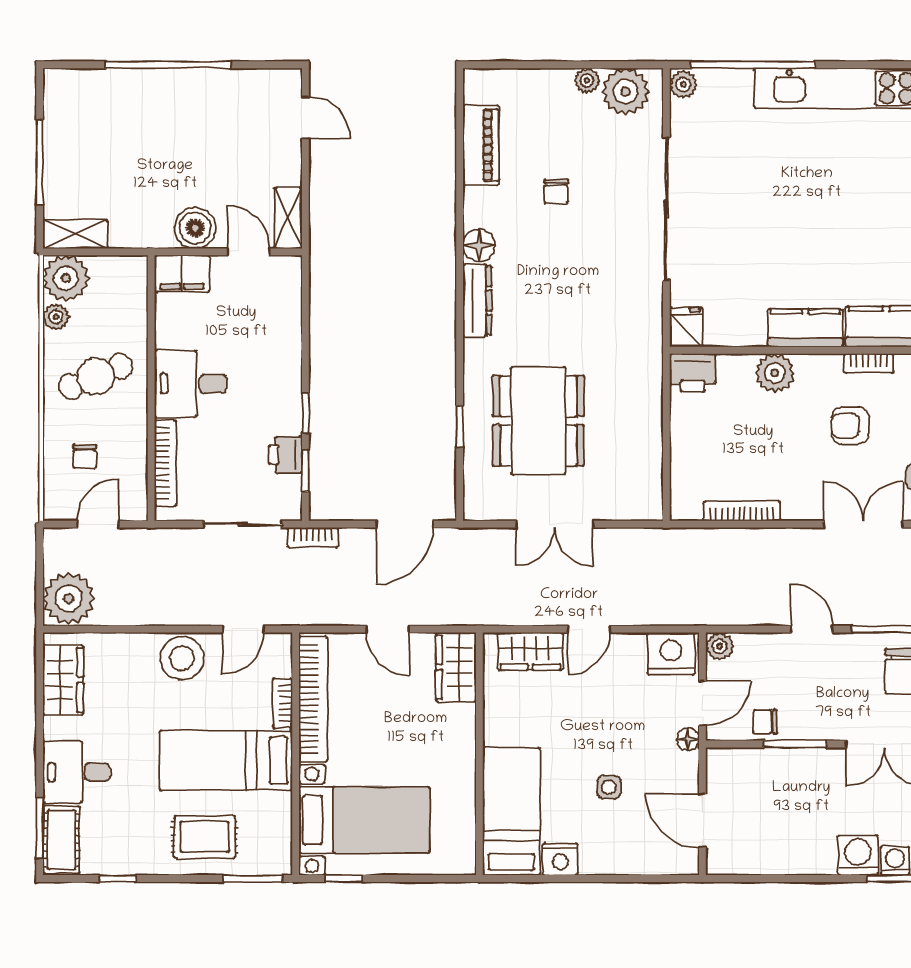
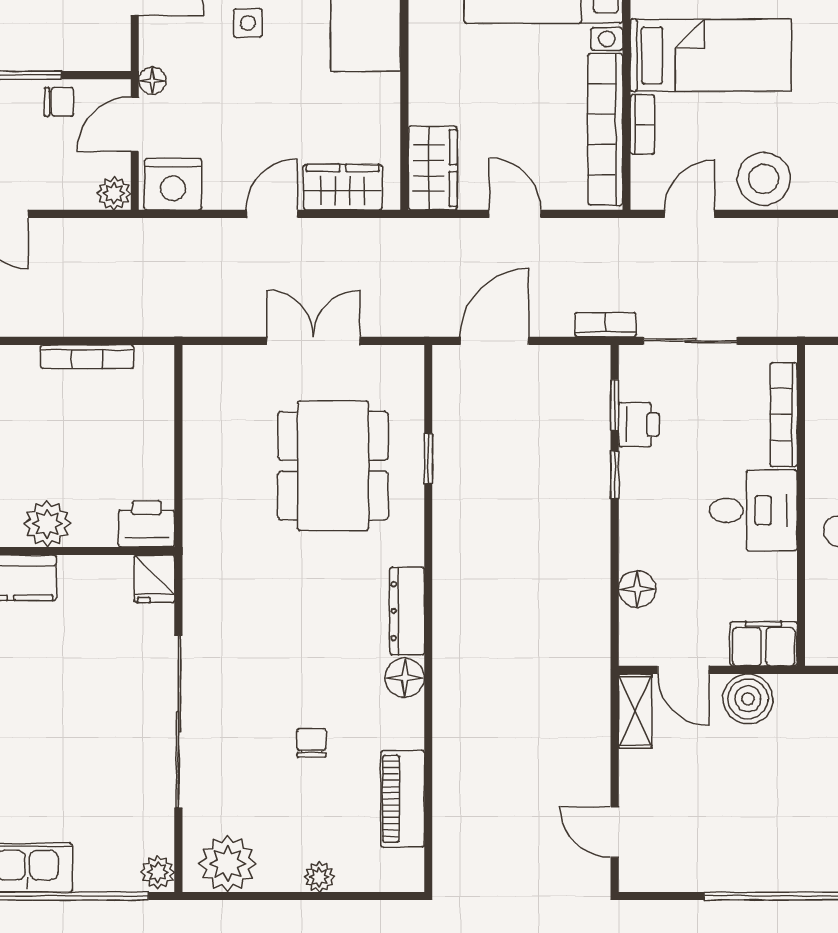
plant: (587, 81) -> (319, 877), moved
floor lamp: (287, 319) -> (637, 589), added

